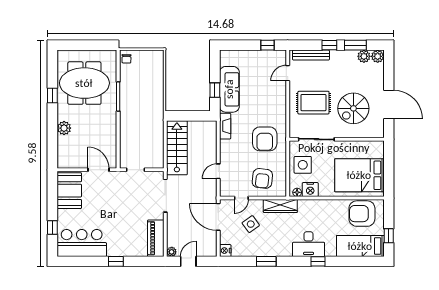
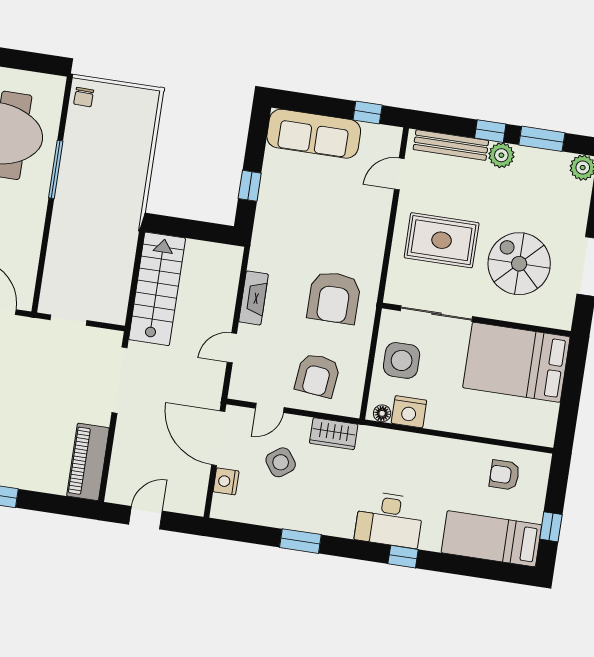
plant: (364, 56) -> (501, 155), moved
sofa: (229, 89) -> (314, 134), moved, turned 90
spiral stairs: (353, 108) -> (519, 264), turned 90
fireplace: (225, 126) -> (254, 298), moved
bed: (359, 175) -> (516, 362), moved
wardrobe: (280, 206) -> (334, 434), width x0.67
armchair: (362, 214) -> (504, 475), width x0.53, depth x0.53
nightstand: (225, 251) -> (226, 481), moved
plant: (172, 252) -> (115, 494), removed

